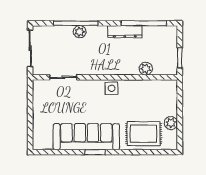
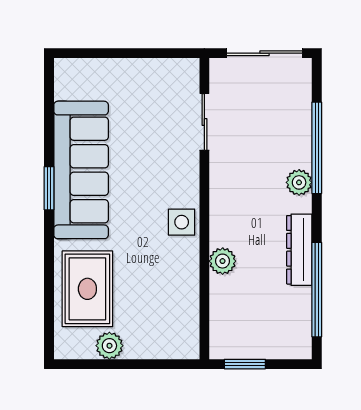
plant: (80, 32) -> (299, 182), moved
plant: (146, 69) -> (223, 261), moved

